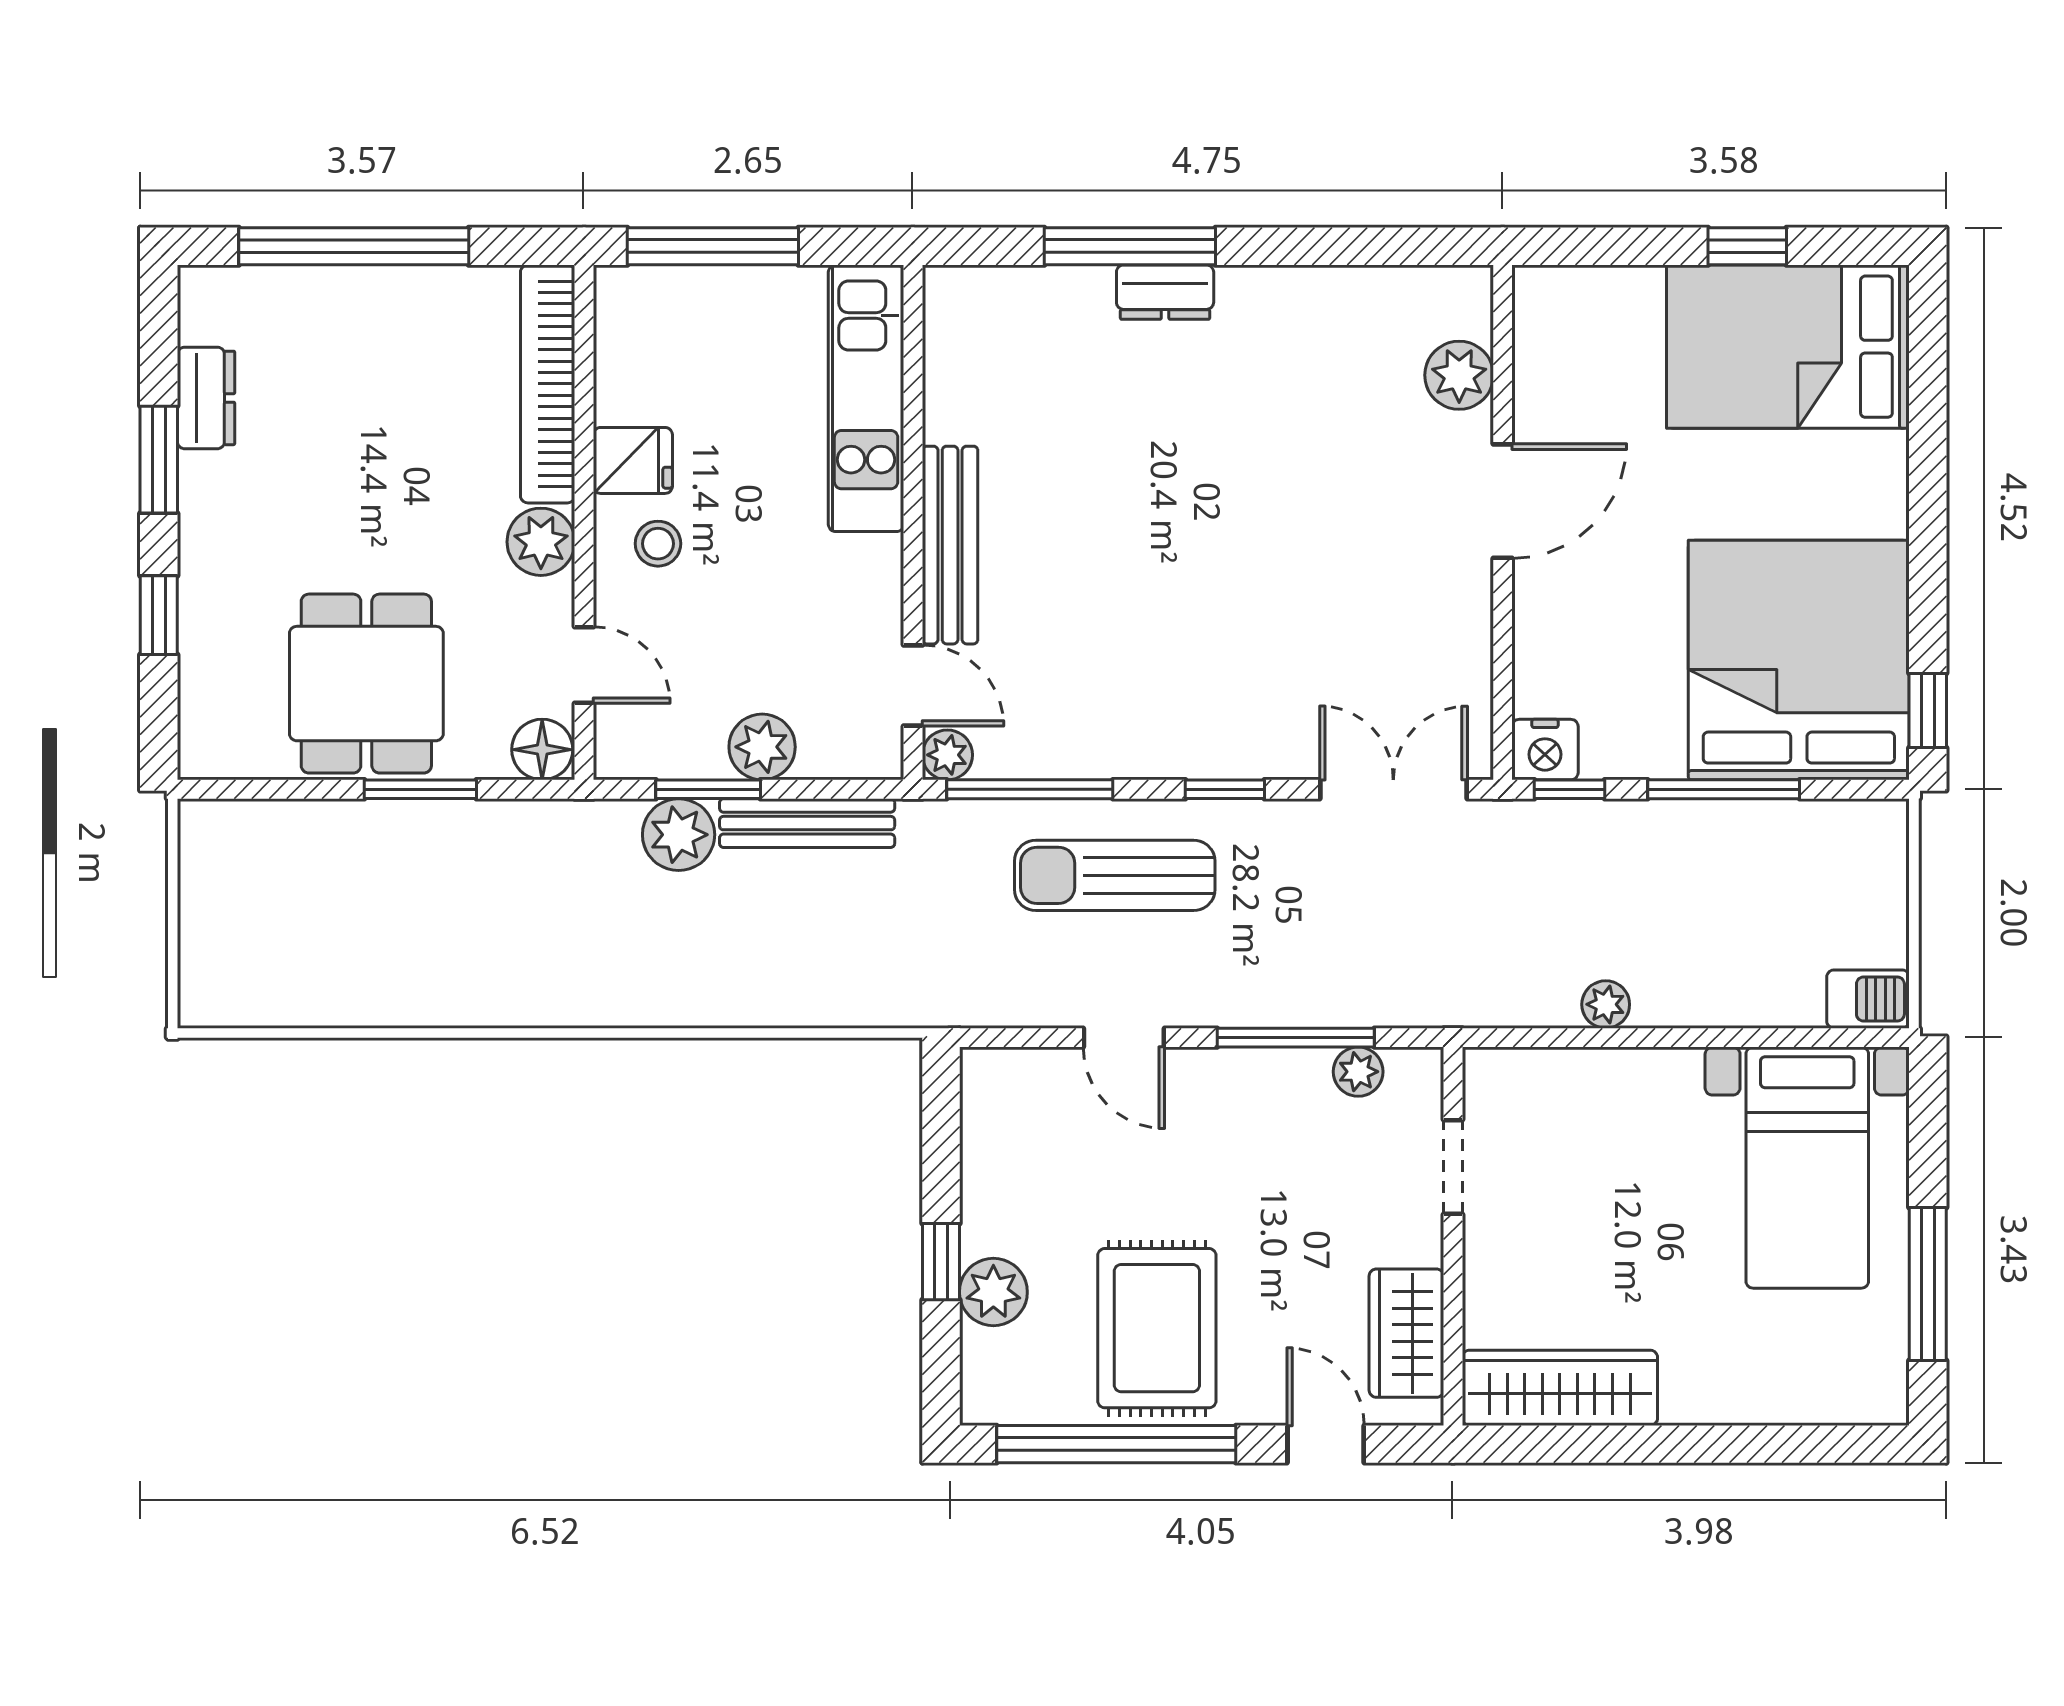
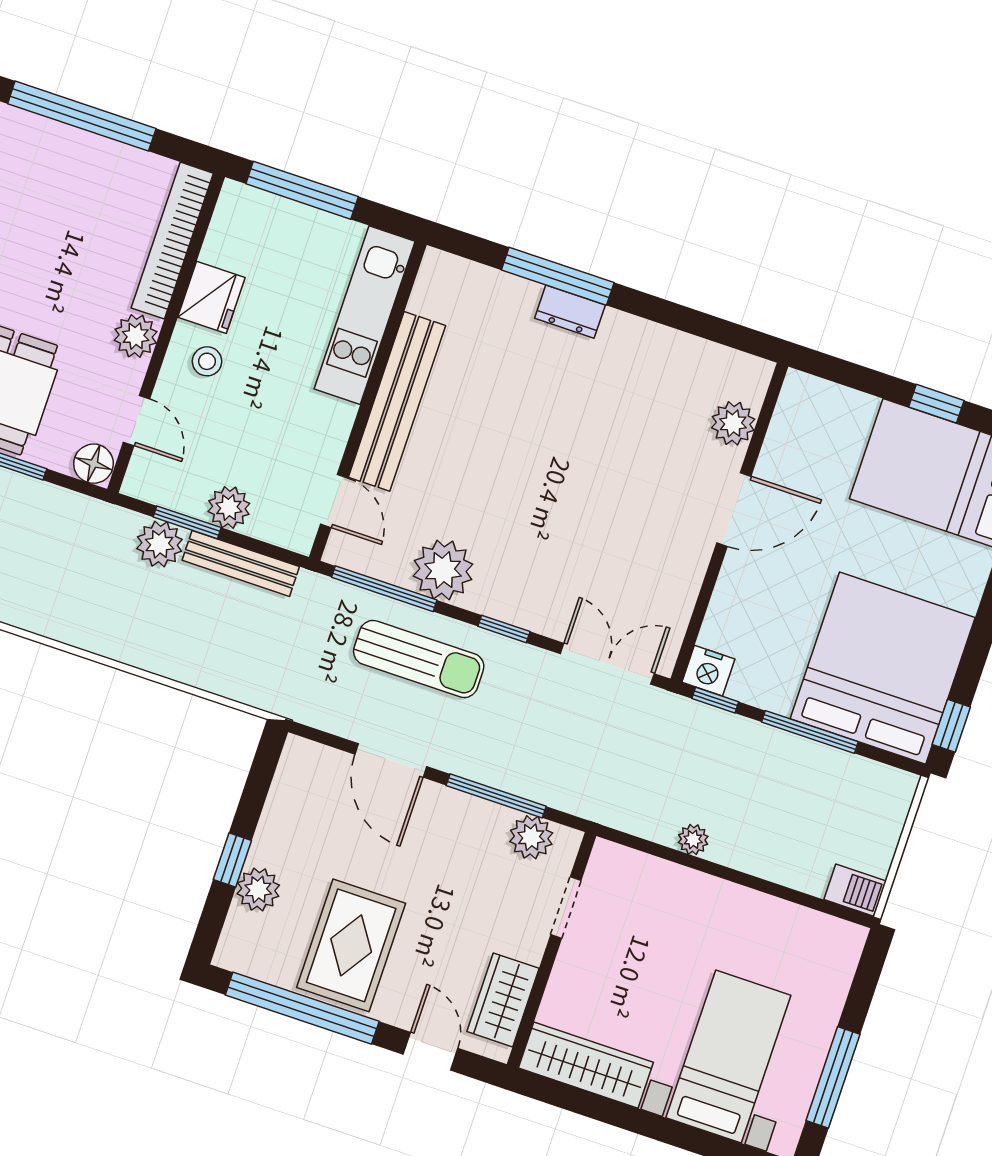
fridge: (633, 460) -> (211, 297), width x1.38
bench: (950, 545) -> (397, 401), width x1.37, depth x1.21
plant: (947, 755) -> (443, 570), moved, width x1.88, depth x1.88
sun lounger: (1115, 875) -> (419, 659), turned 180
door: (1124, 1038) -> (391, 760), width x1.38
plant: (1358, 1072) -> (531, 837), width x1.38, depth x1.38
bed with nightstands: (1807, 1168) -> (728, 1056), moved, turned 180

